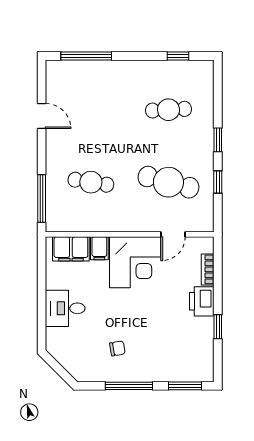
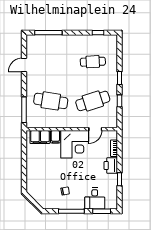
door: (42, 116) -> (24, 65), swing flipped
cafe table: (91, 182) -> (51, 101), width x1.37, depth x1.35
cafe table: (168, 182) -> (93, 101), turned -33
desk: (65, 308) -> (95, 199), moved, turned -90

